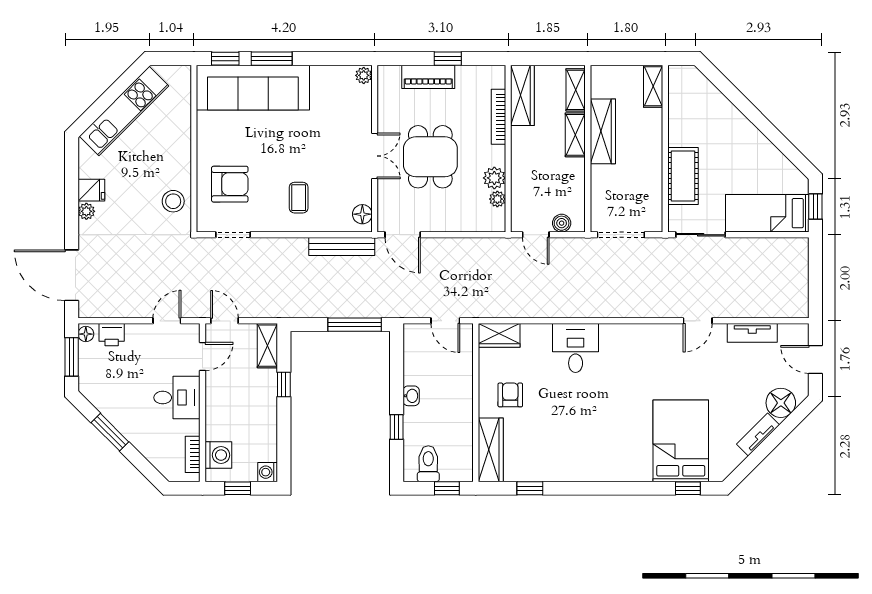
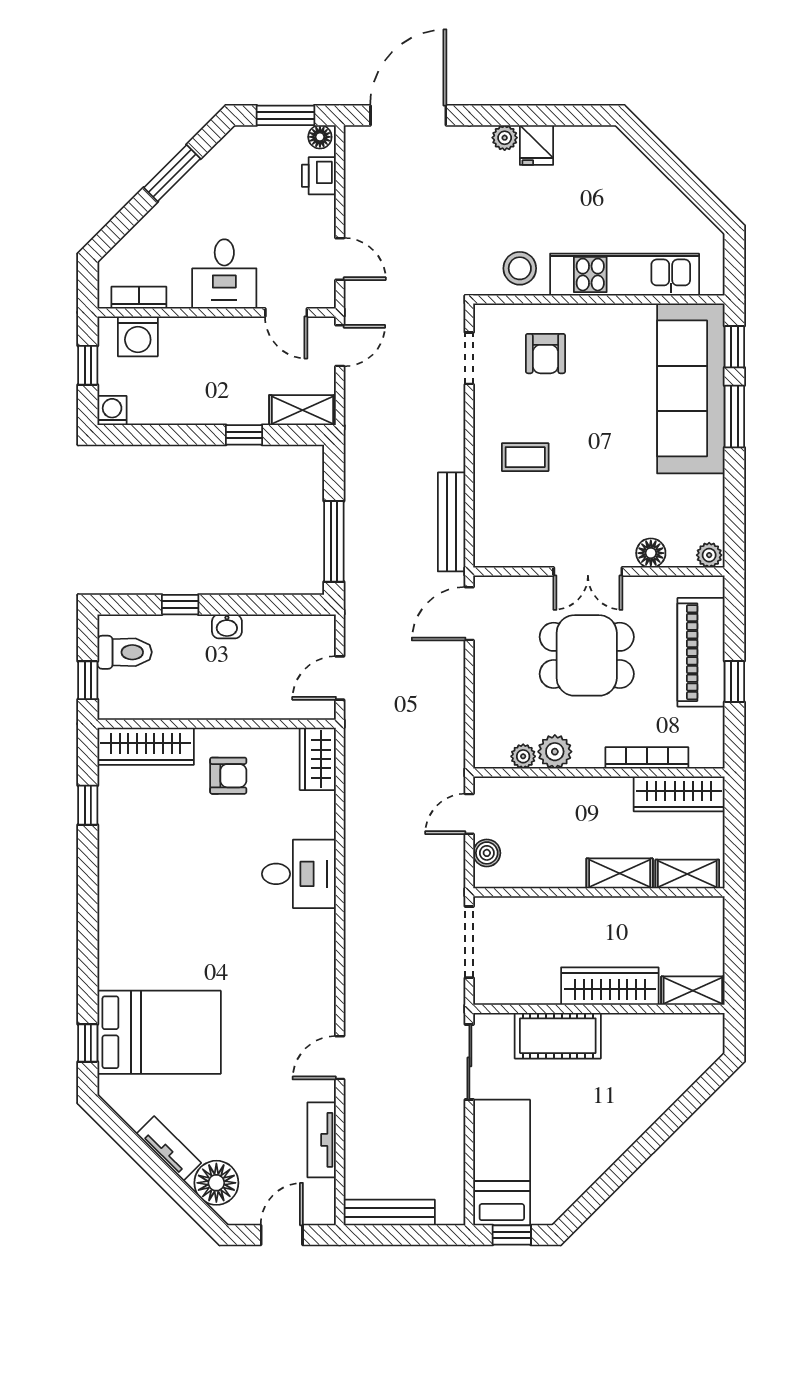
piano: (428, 77) -> (701, 652), width x1.37, depth x1.33
kitchen unit: (124, 111) -> (625, 275), moved, turned 135
wardrobe: (603, 131) -> (610, 986), moved, turned 180
armchair: (230, 184) -> (545, 354), width x0.72, depth x0.72
floor lamp: (362, 214) -> (651, 553), moved
bench: (801, 288) -> (389, 1212), added
door: (698, 321) -> (340, 1058), hinge flipped

